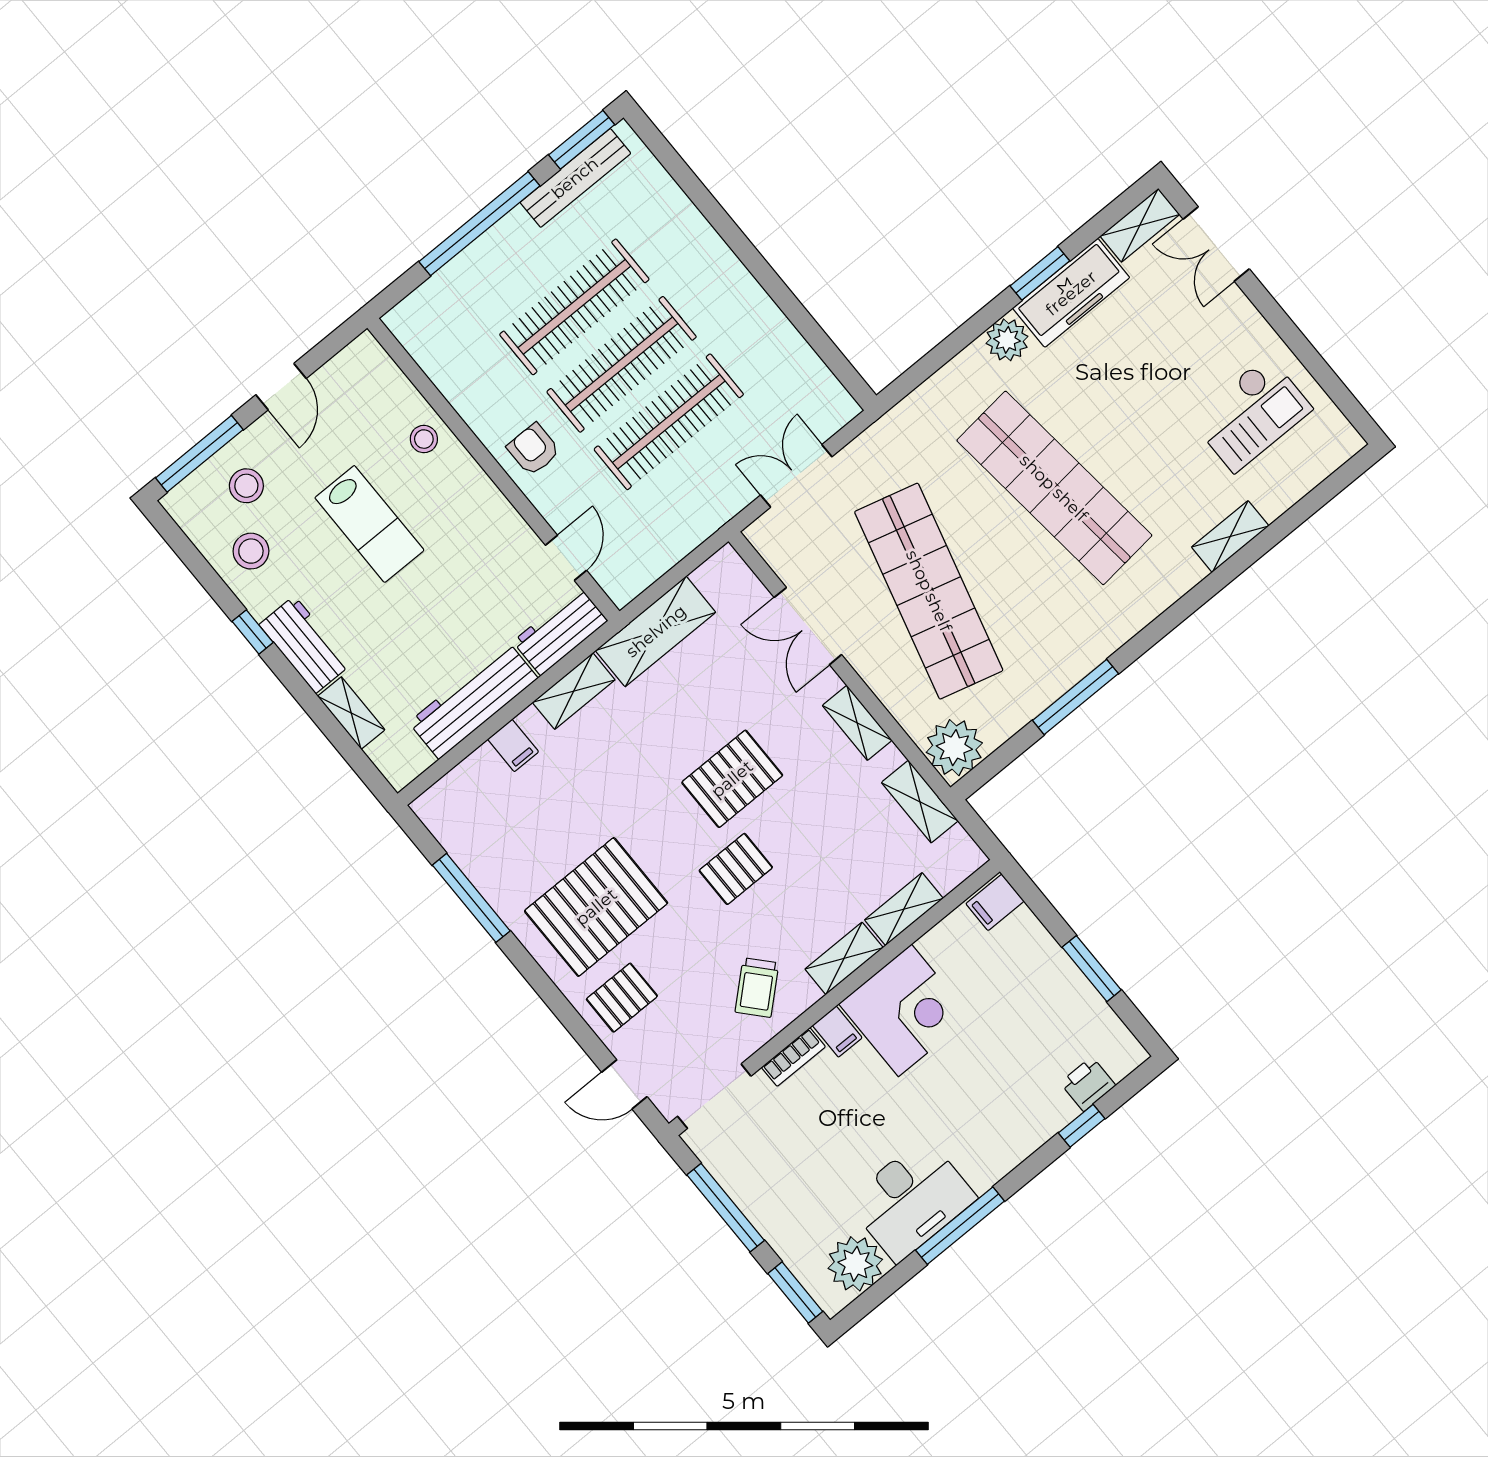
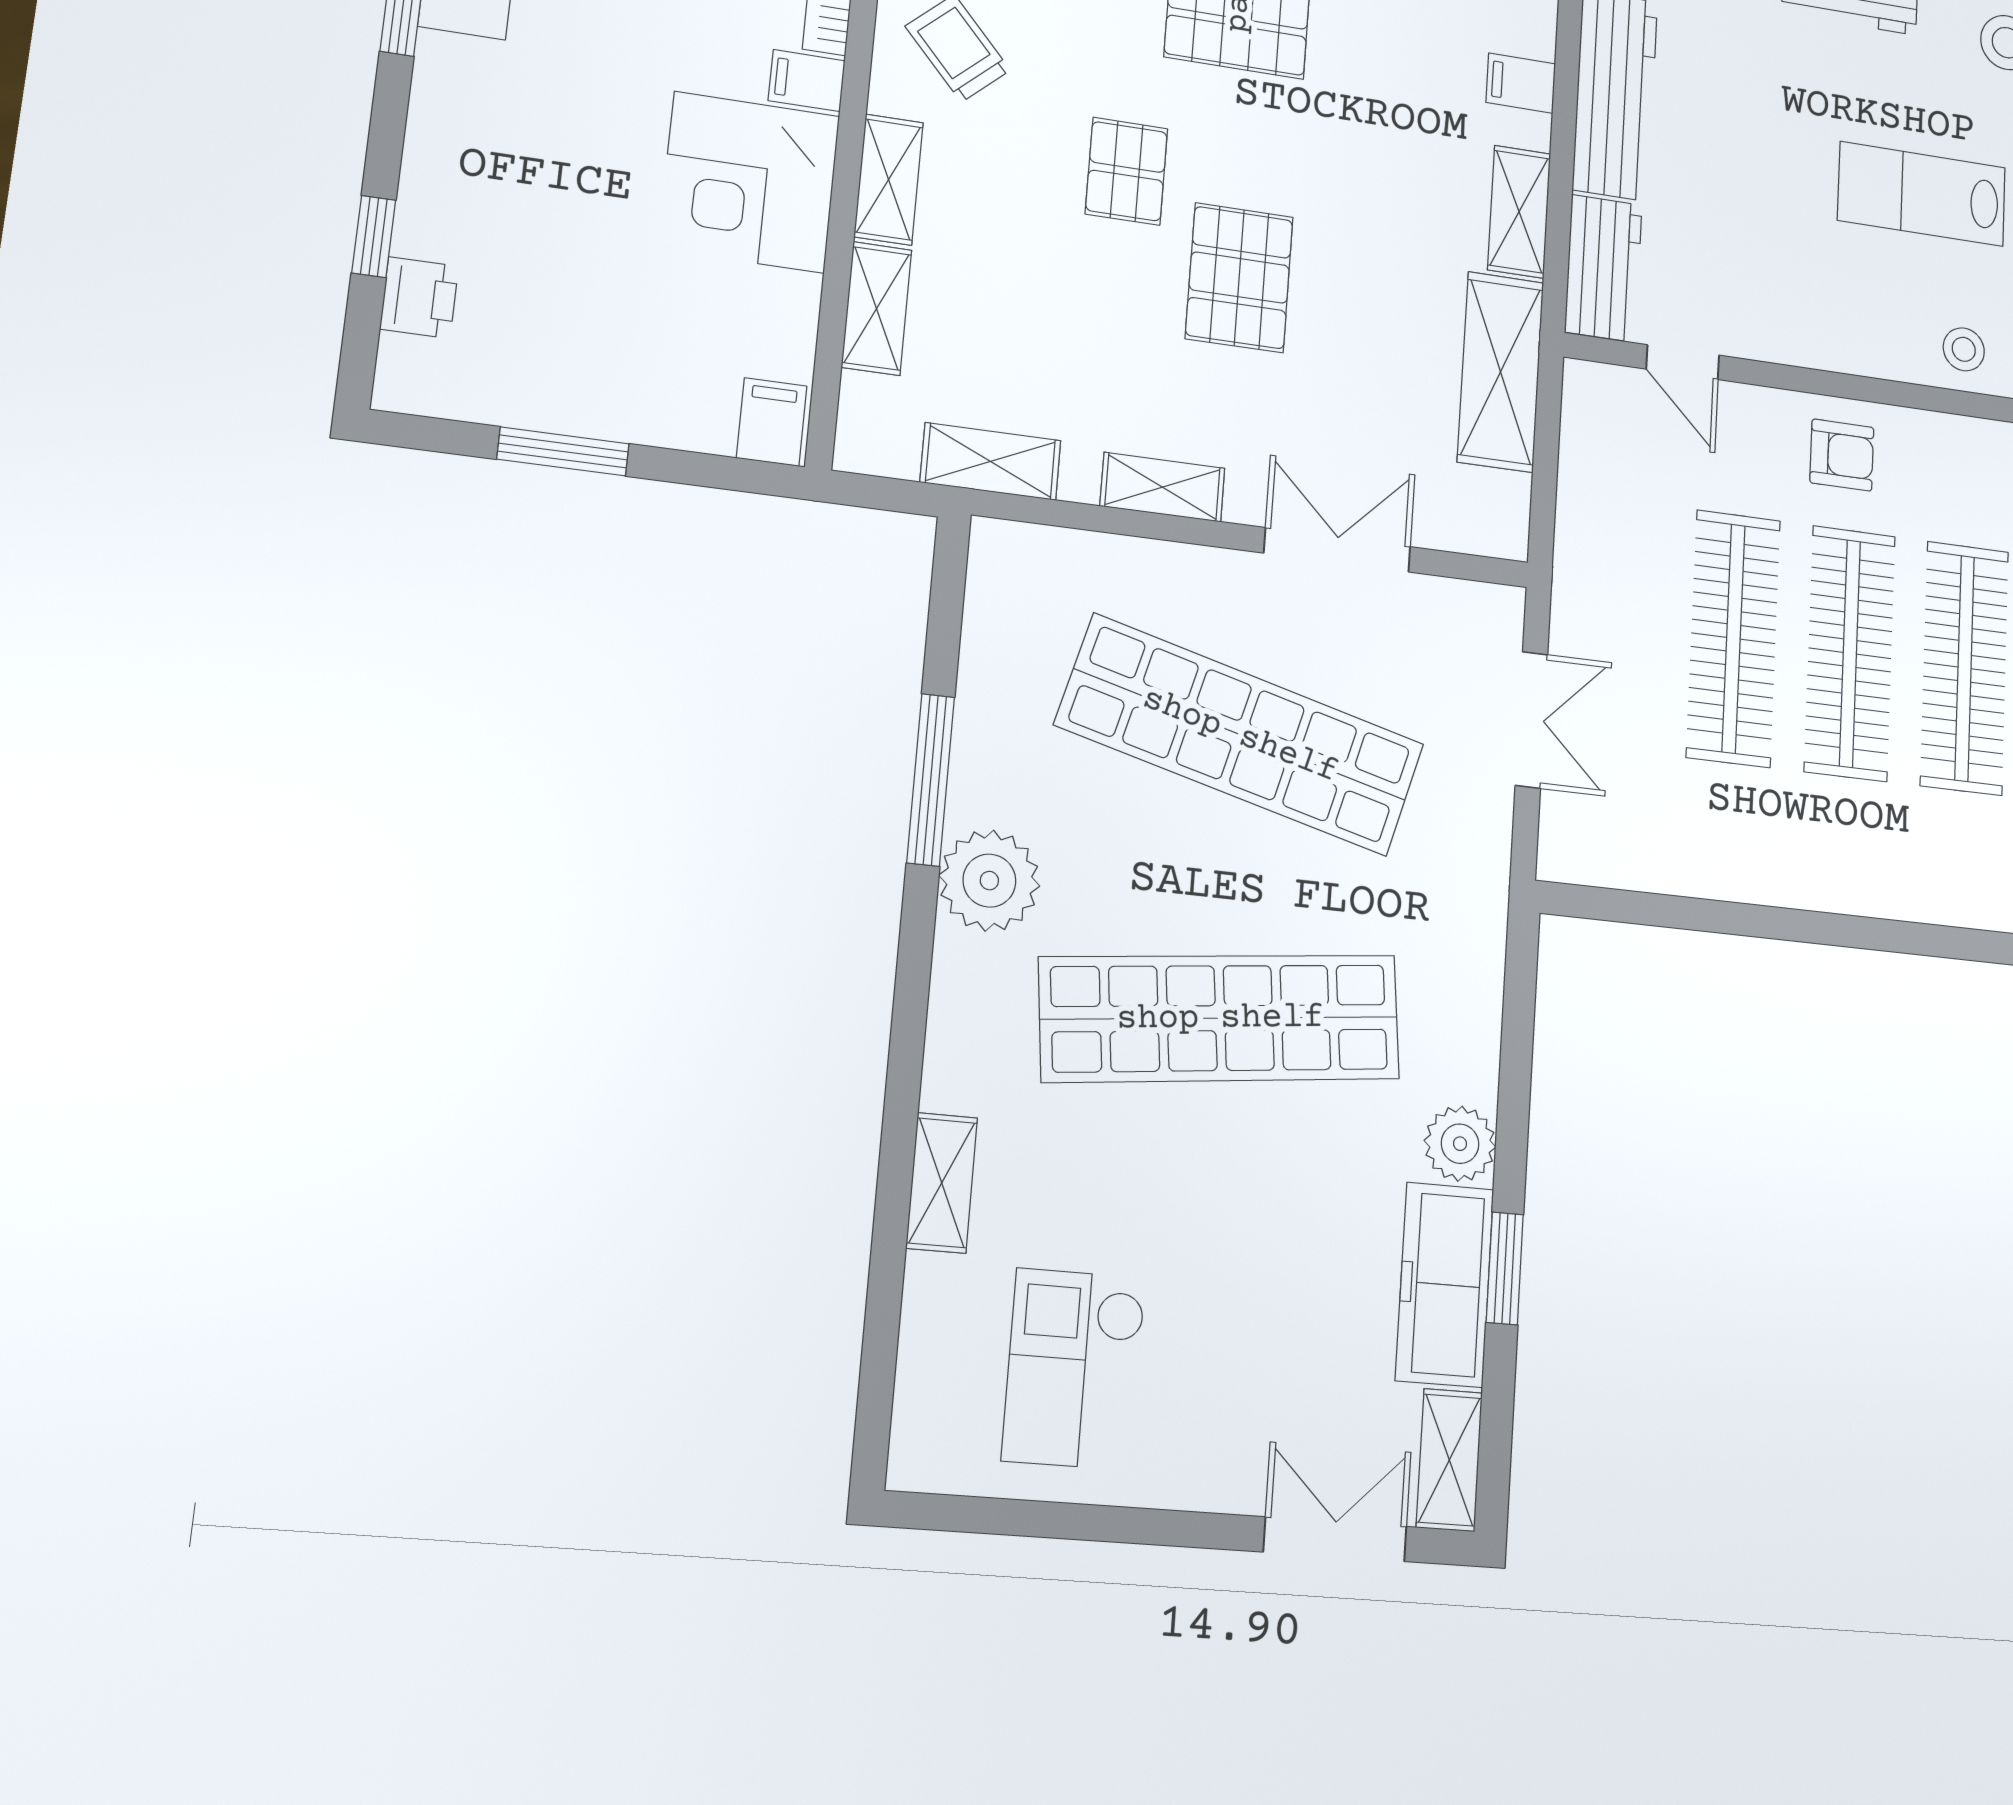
plant: (954, 748) -> (989, 881), moved

